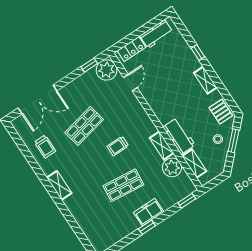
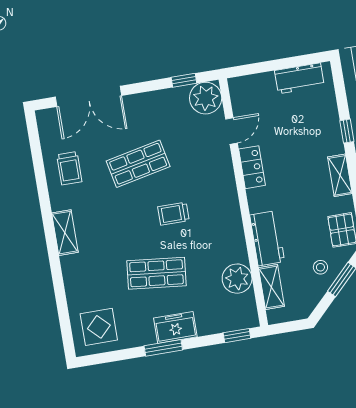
locker: (132, 49) -> (252, 167), moved, turned -90
shelving: (162, 146) -> (236, 241), removed
window: (147, 227) -> (163, 348), width x1.50
display table: (104, 232) -> (99, 327), added

